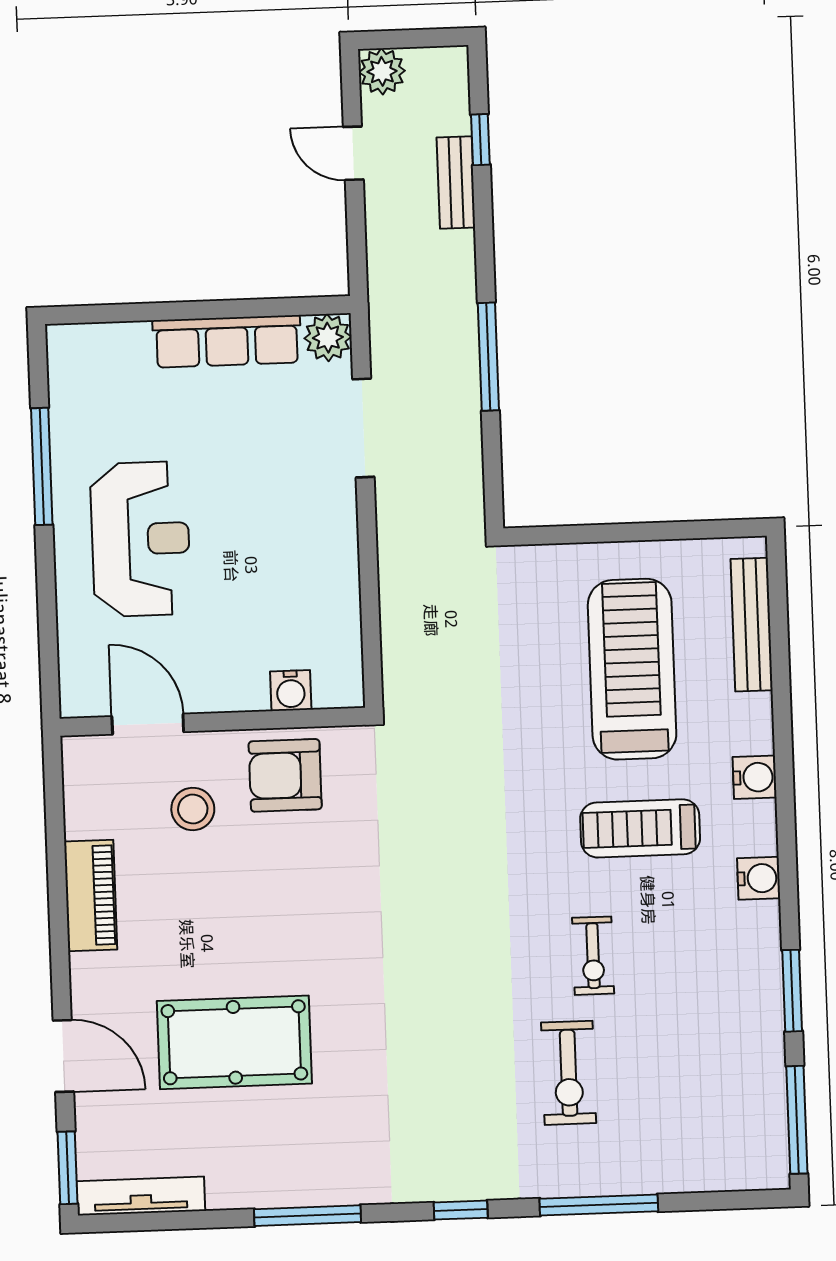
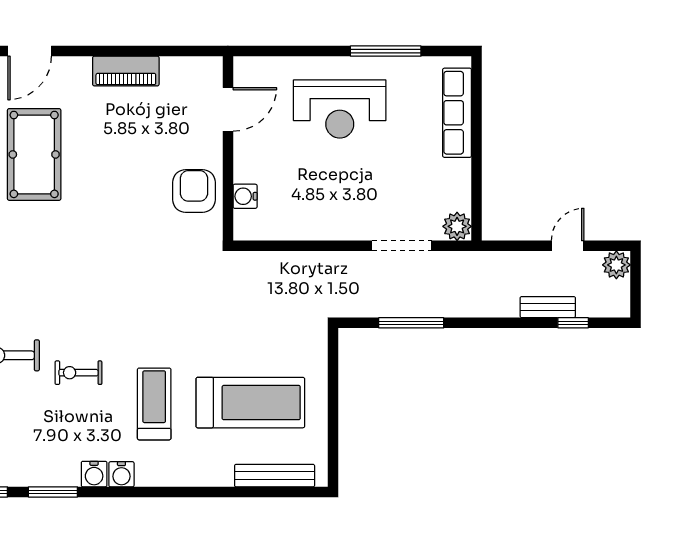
row of seats: (227, 341) -> (457, 113), moved
window: (488, 357) -> (411, 323), moved
water cooler: (755, 777) -> (94, 474), moved
stool: (193, 809) -> (176, 135), removed

